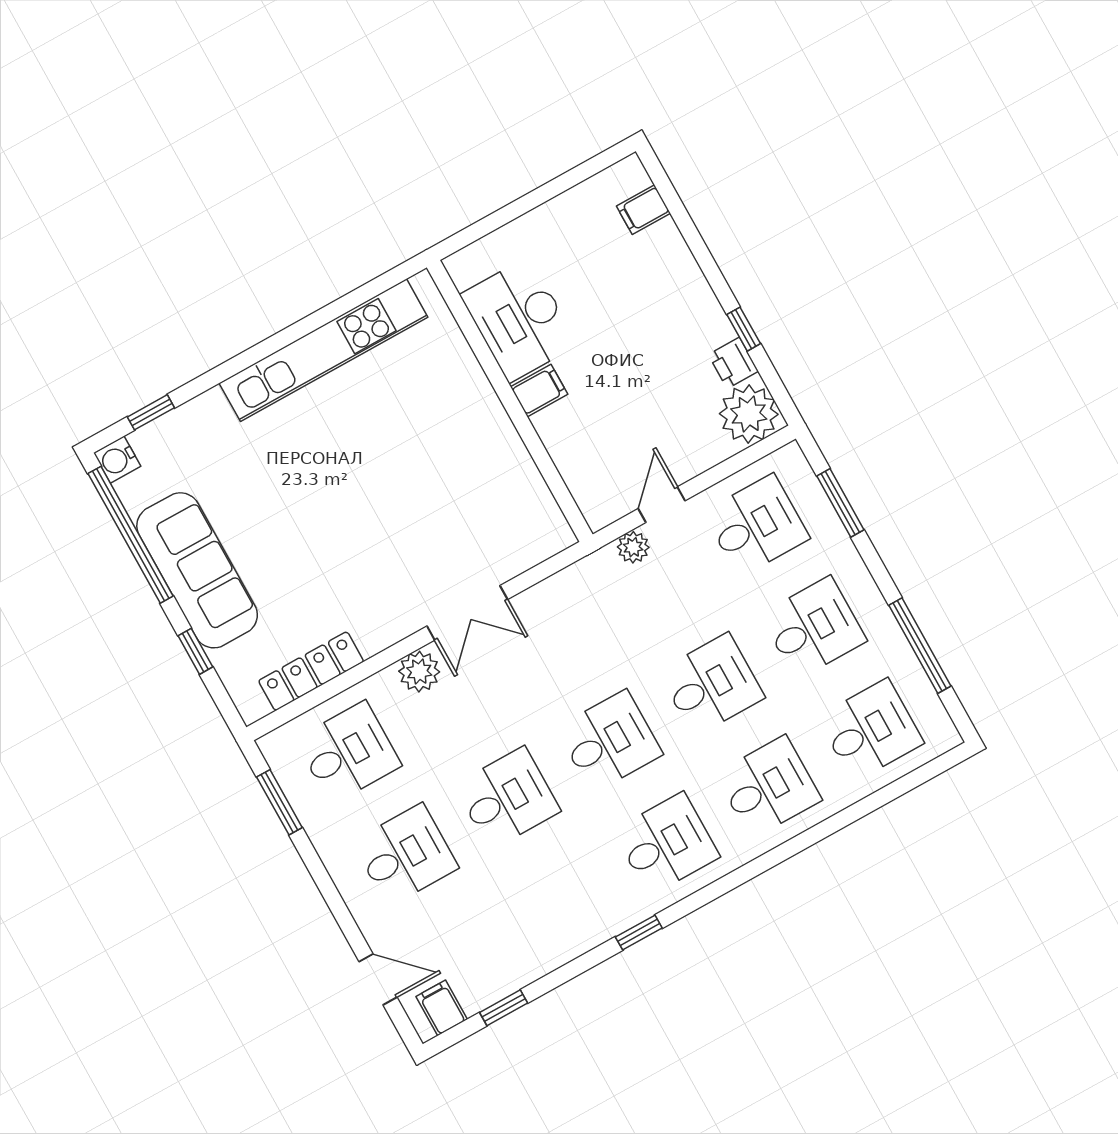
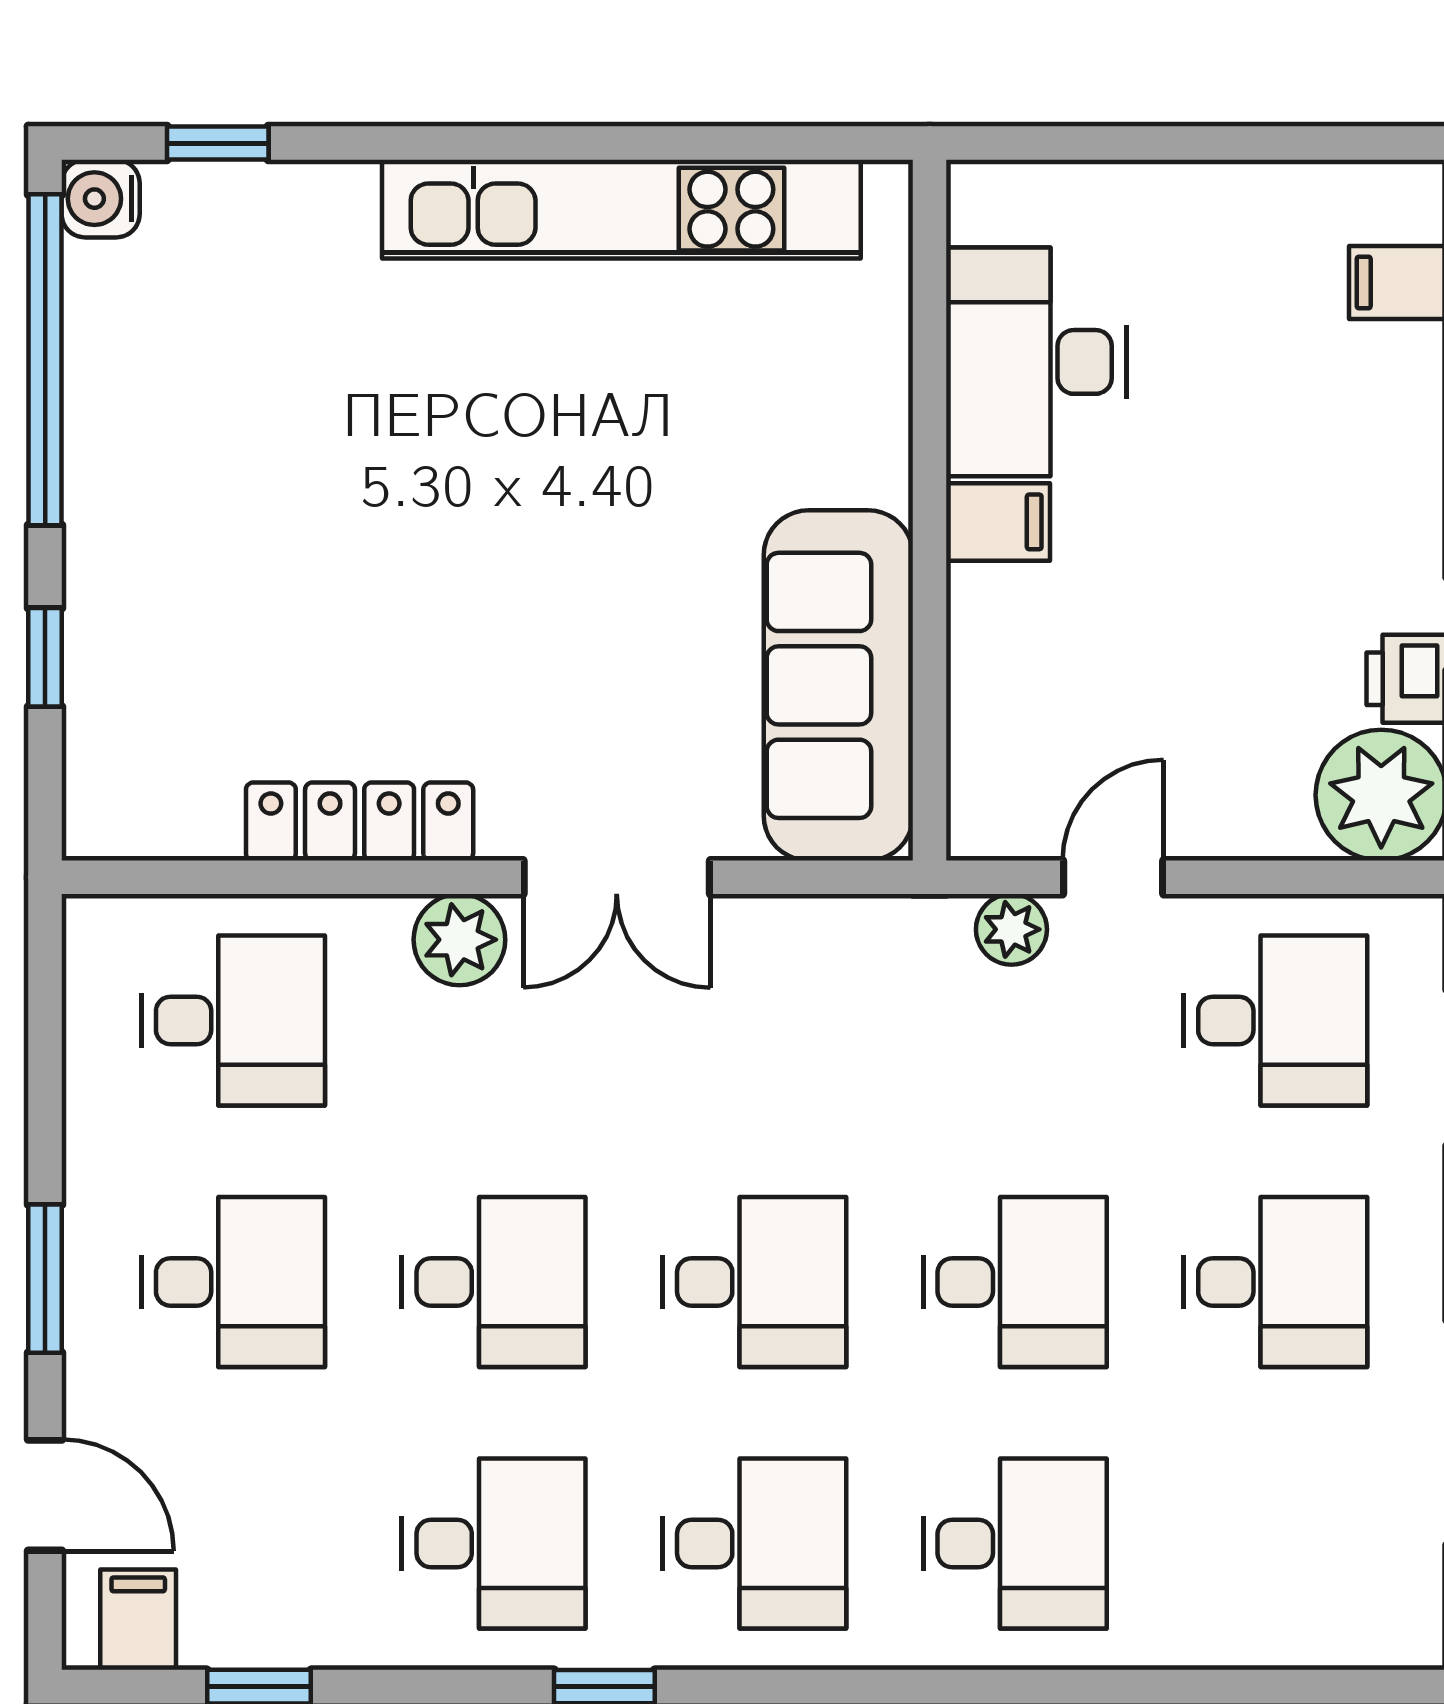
sofa: (197, 570) -> (838, 685), moved, turned 180
locker: (311, 671) -> (360, 821), moved
desk: (870, 730) -> (494, 1543), moved
window: (279, 802) -> (45, 1279), moved

